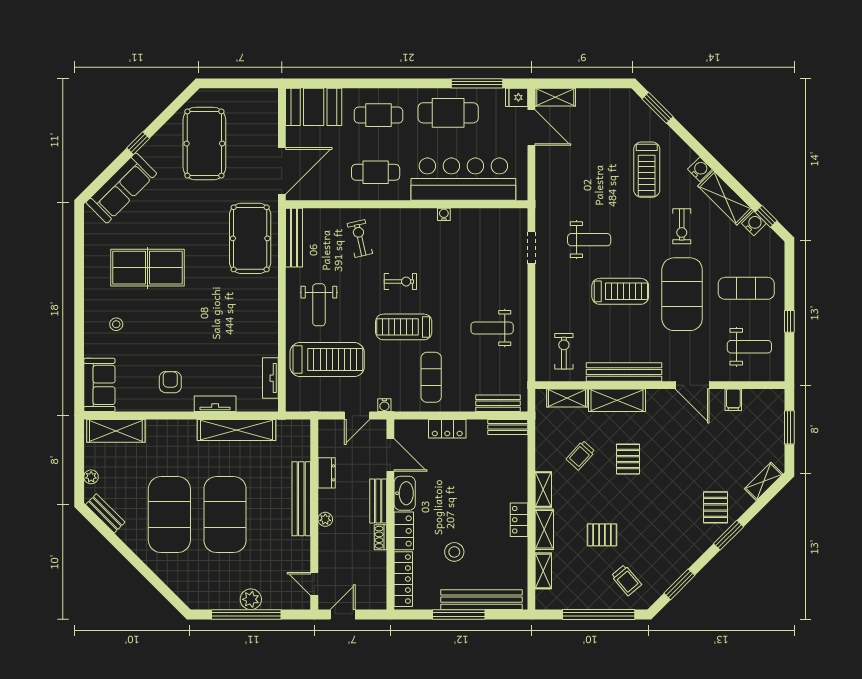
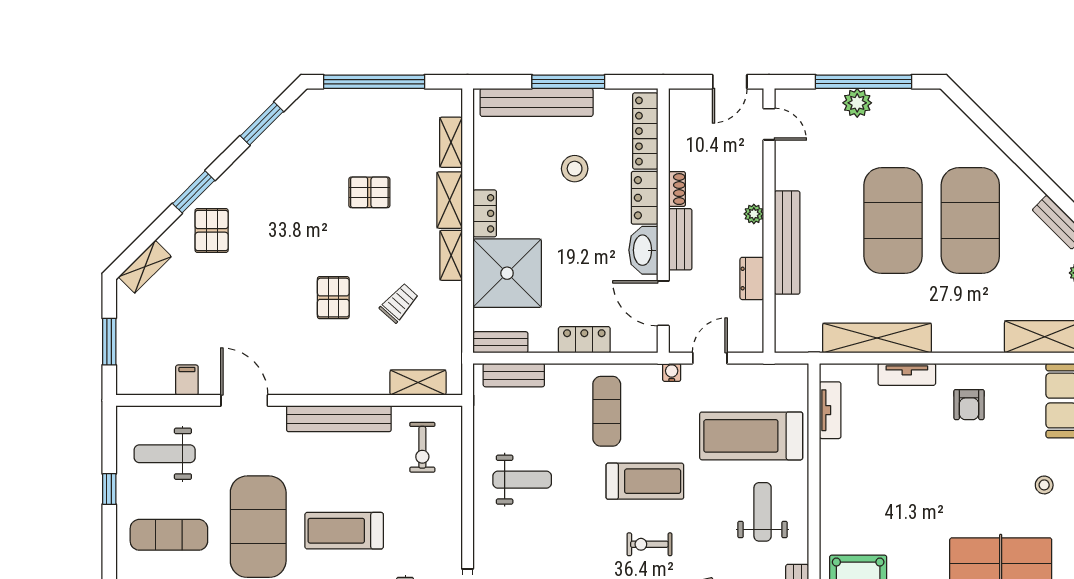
shelving: (617, 400) -> (348, 379), removed
shower: (503, 477) -> (507, 273), added
trolley: (626, 580) -> (336, 129), removed

